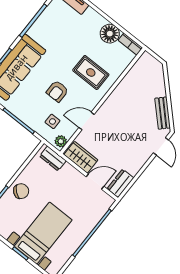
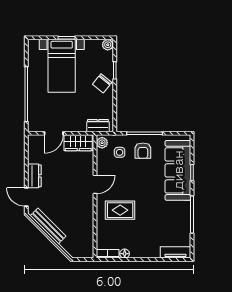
floor lamp: (110, 34) -> (125, 254), width x0.53, depth x0.53
armchair: (57, 91) -> (143, 151), moved, turned 180
bench: (163, 113) -> (48, 226), width x1.36
door: (87, 121) -> (95, 184), moved
dresser: (120, 183) -> (34, 176), moved

